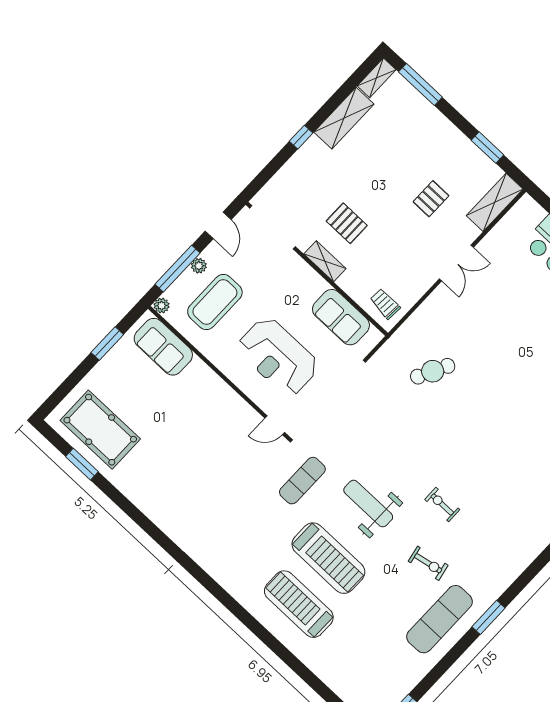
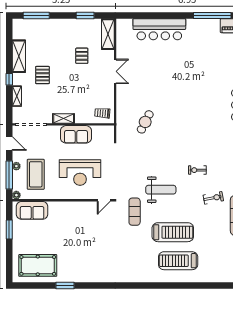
shelving: (377, 78) -> (17, 96), moved
pallet: (347, 223) -> (42, 75), moved, turned 90
sofa: (341, 317) -> (76, 134), moved
window: (82, 464) -> (65, 285), moved
weight bench: (368, 504) -> (161, 190), moved, turned 180

